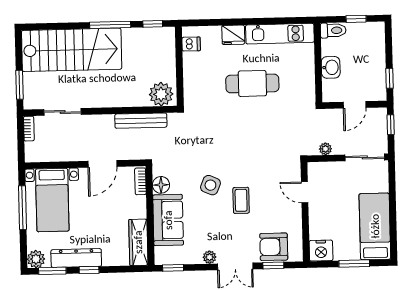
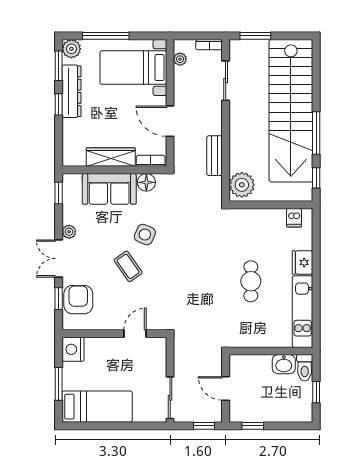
stairs: (72, 50) -> (291, 111), width x1.36
washbasin: (331, 67) -> (284, 364), moved
cafe table: (252, 83) -> (251, 281), width x0.73, depth x0.74
bench: (141, 121) -> (215, 156), width x0.73
plant: (325, 149) -> (180, 59), moved
coffee table: (241, 200) -> (128, 266), turned 55
window: (22, 208) -> (106, 36), moved
wardrobe: (138, 242) -> (111, 157), moved

